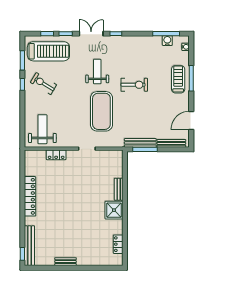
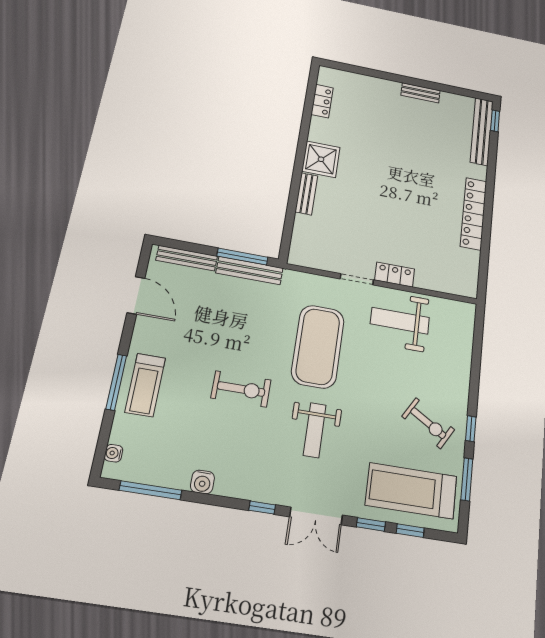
water cooler: (167, 41) -> (202, 482), moved
exercise bike: (134, 85) -> (241, 389), turned 180
door: (191, 120) -> (136, 295), hinge flipped
weight bench: (42, 129) -> (400, 321), moved, turned 90
locker: (56, 155) -> (395, 274), moved

